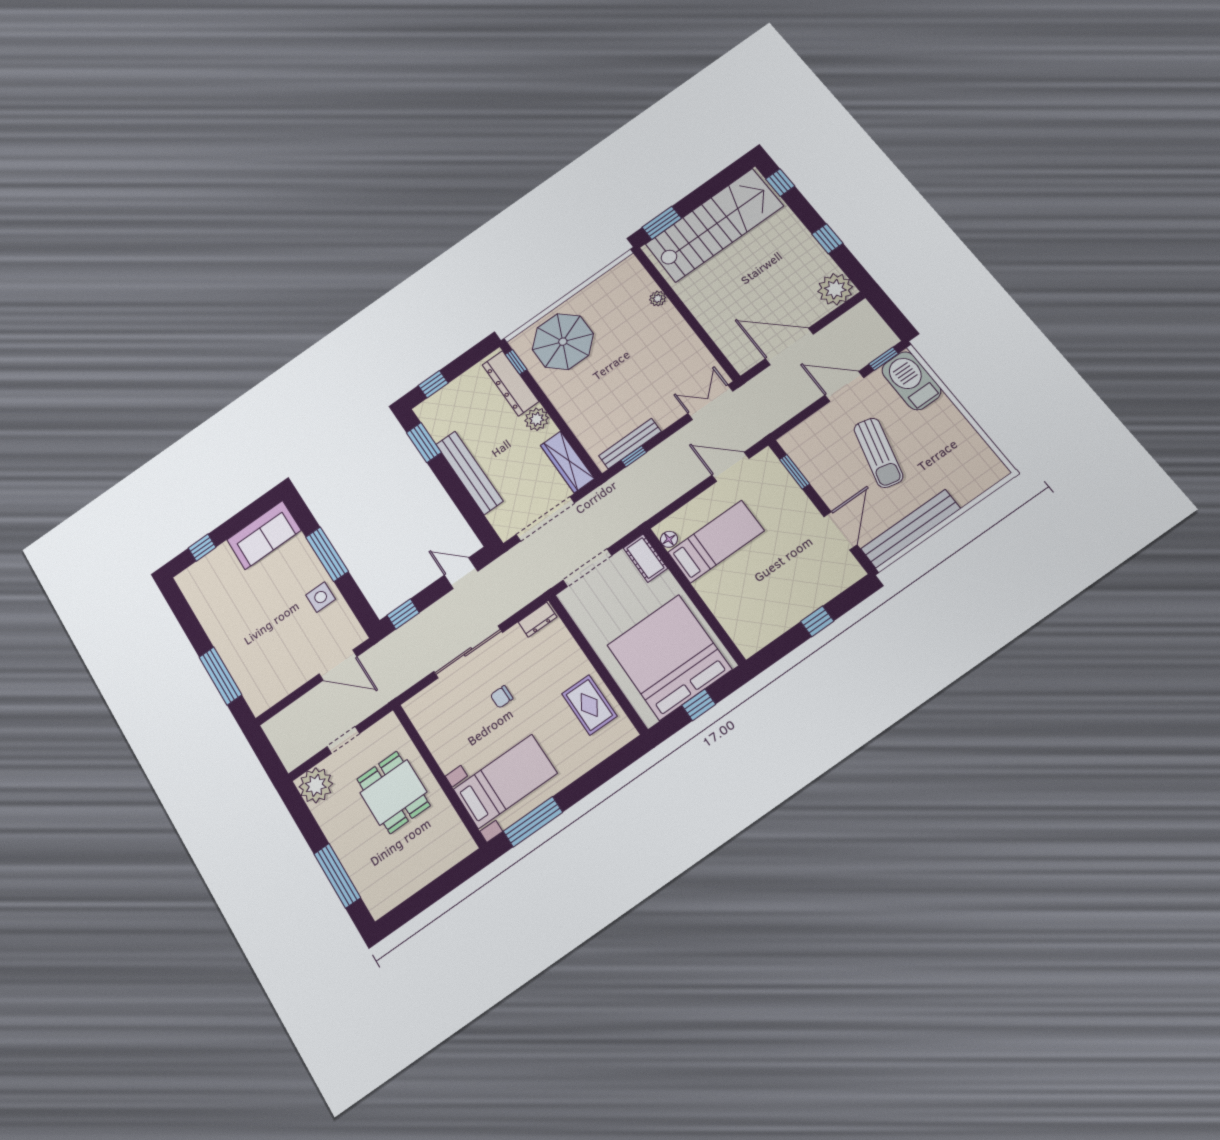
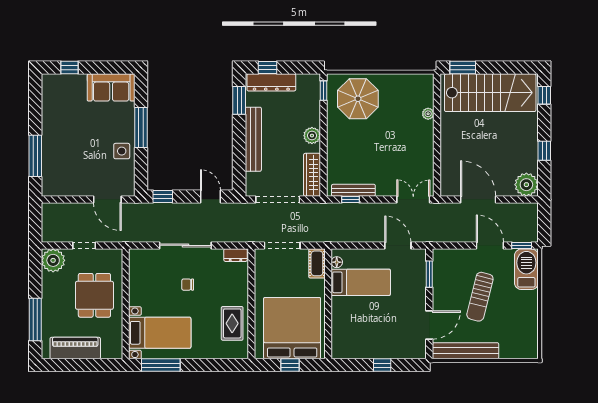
dresser: (510, 383) -> (271, 82), moved, turned -90
piano: (410, 877) -> (75, 348), added

